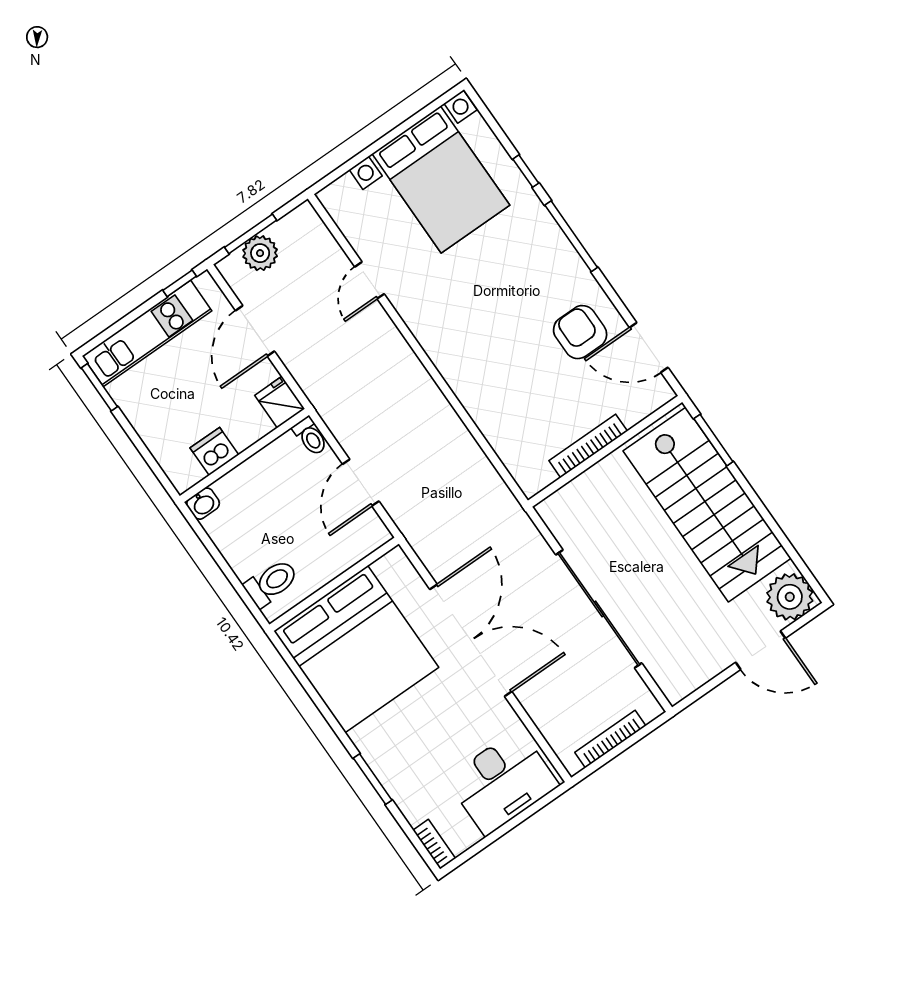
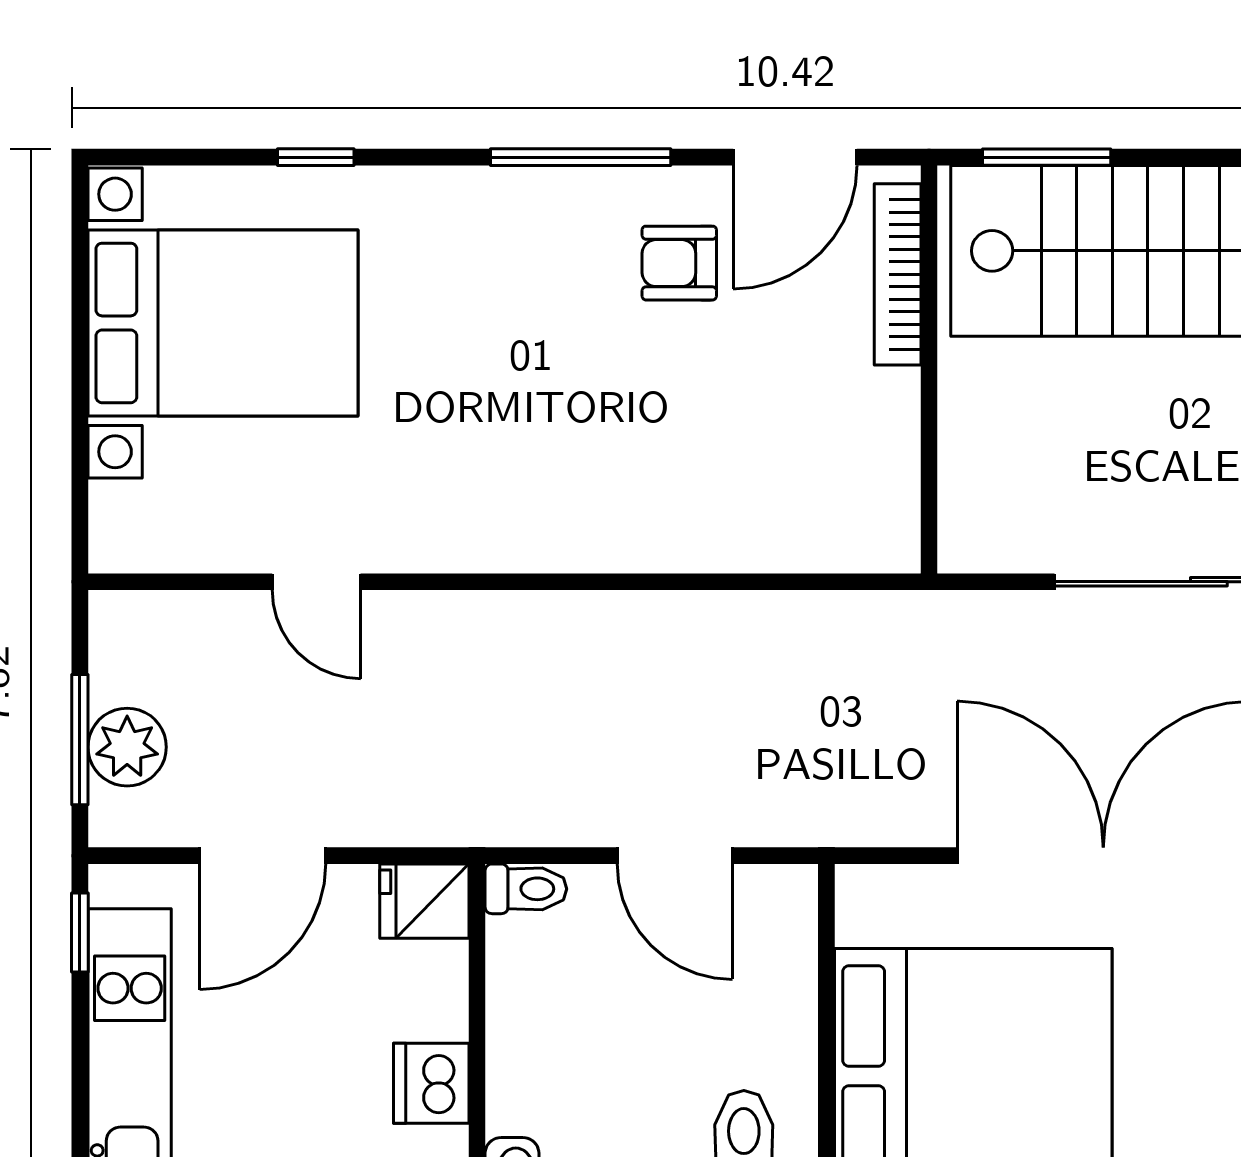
window: (571, 236) -> (581, 157), moved
door: (255, 331) -> (263, 856), hinge flipped
armchair: (580, 332) -> (679, 263), width x0.72, depth x0.72
bookcase: (588, 446) -> (898, 274), moved

